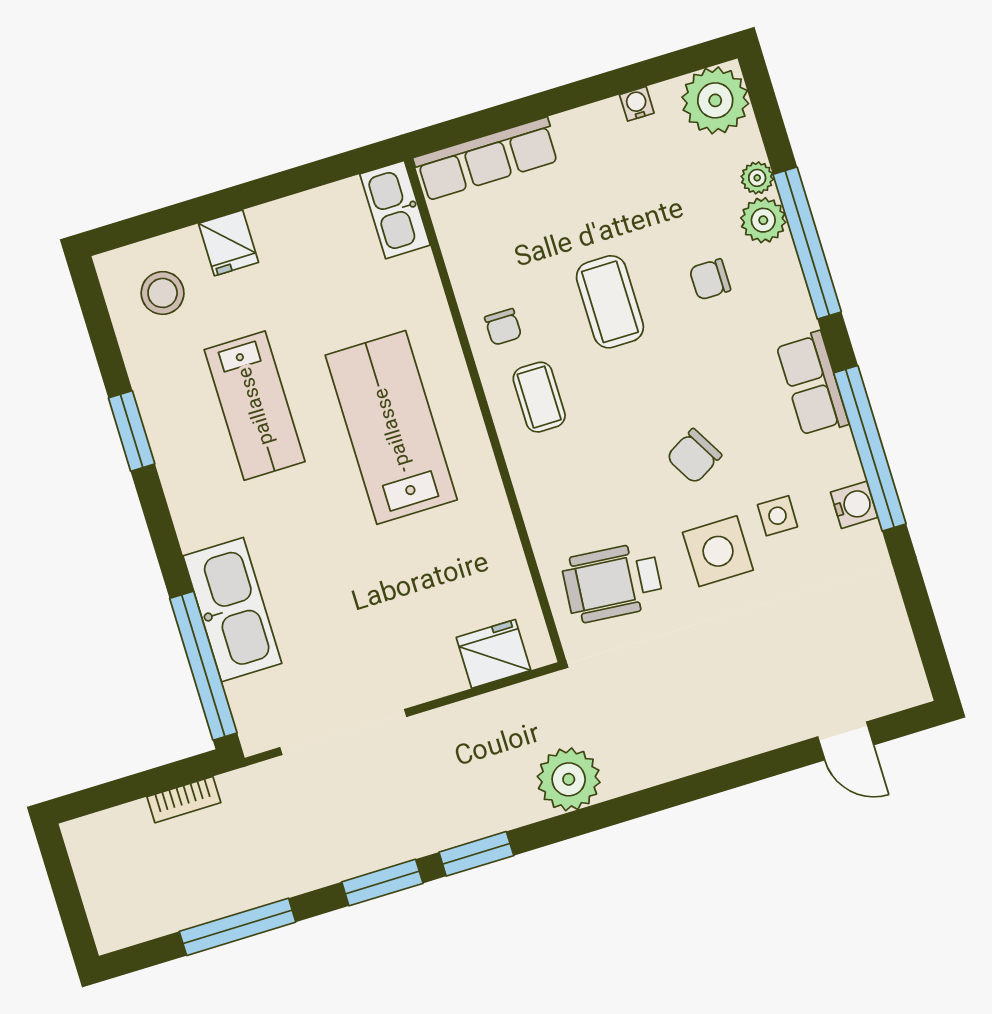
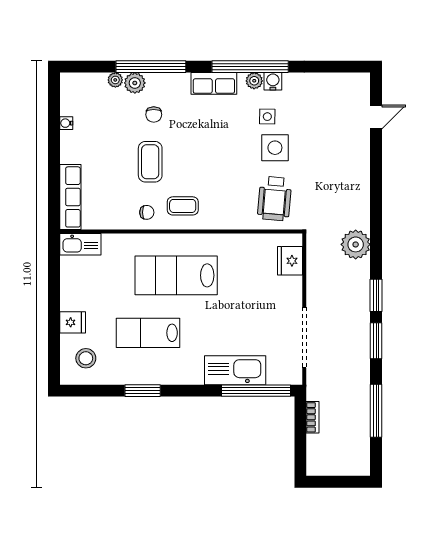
plant: (715, 100) -> (254, 81), moved, width x0.53, depth x0.53
coffee table: (610, 302) -> (150, 162), turned 90
lab bench: (255, 406) -> (148, 333), turned 180
chair: (694, 456) -> (230, 145), removed

